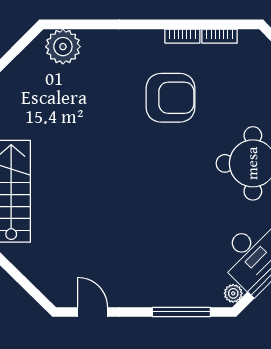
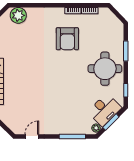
armchair: (171, 98) -> (67, 39), turned 90
door: (93, 312) -> (32, 137), hinge flipped

